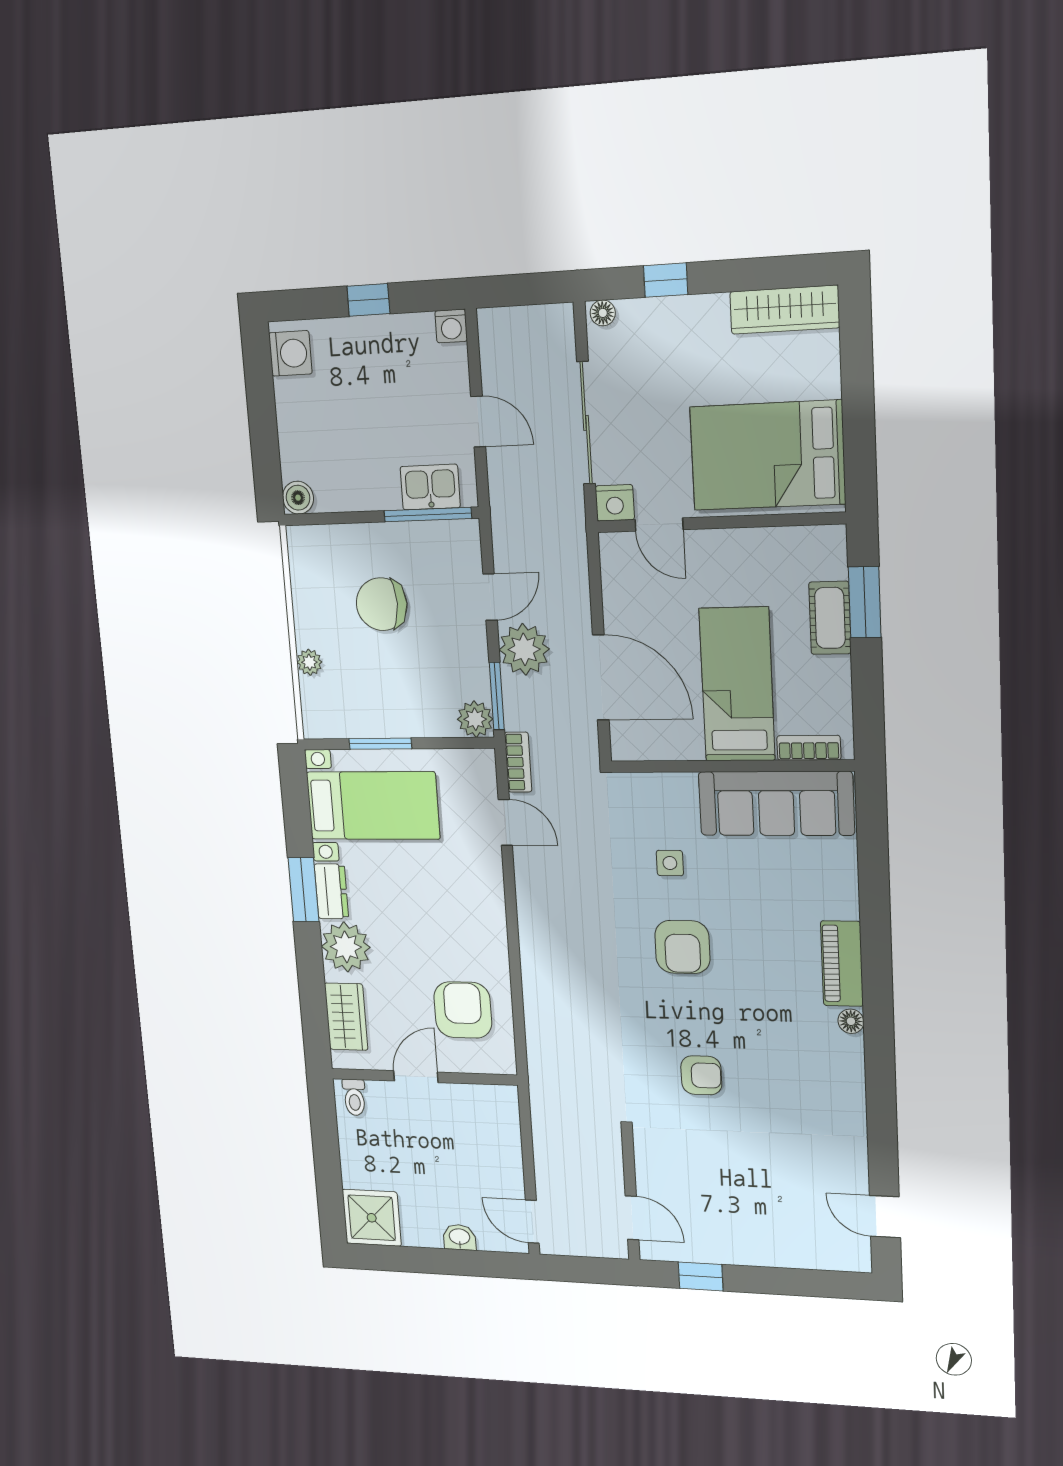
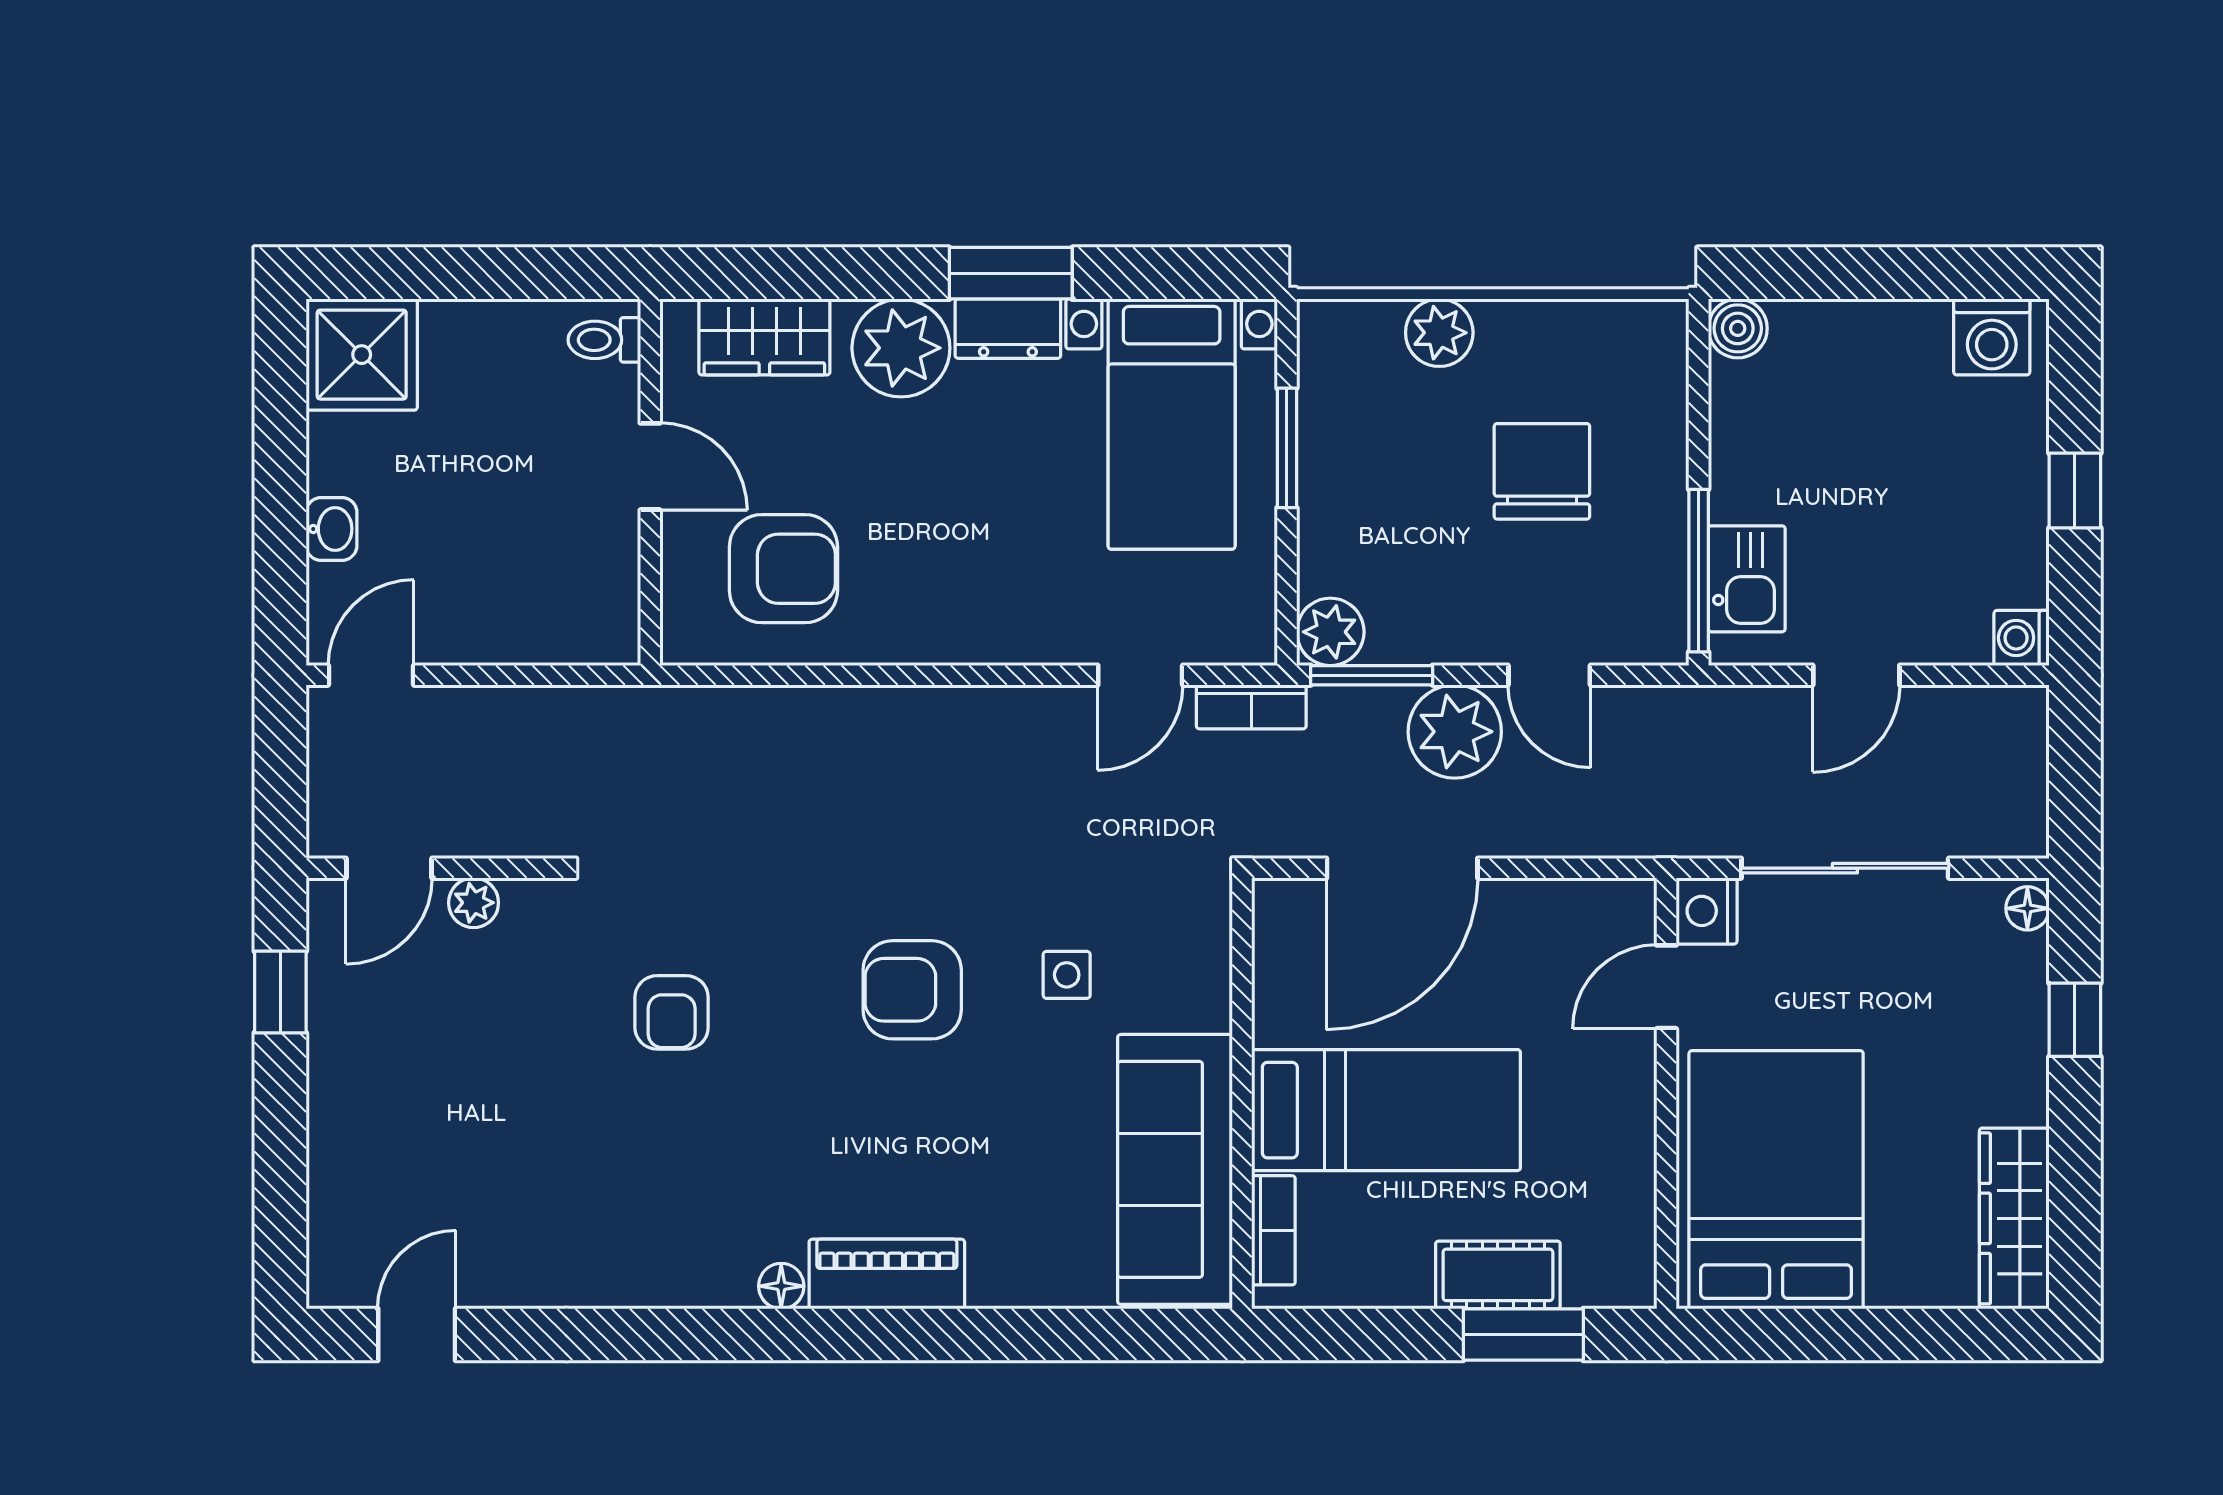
plant: (309, 662) -> (1439, 333), width x1.38, depth x1.38
plant: (648, 1176) -> (474, 903), added

